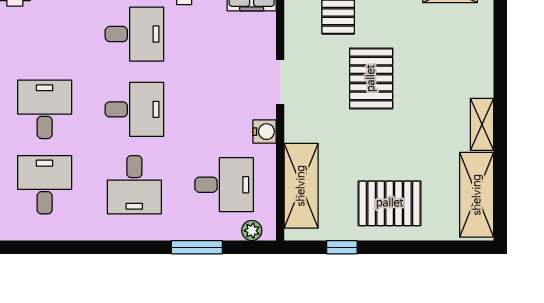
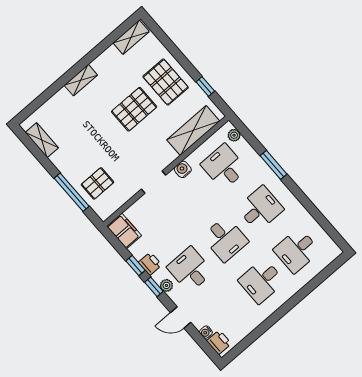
pallet: (371, 78) -> (134, 109), moved
desk: (134, 109) -> (225, 239), turned 180
shelving: (482, 124) -> (81, 80), moved
shelving: (477, 195) -> (131, 37), width x0.67, depth x0.75
window: (197, 247) -> (274, 165), moved

